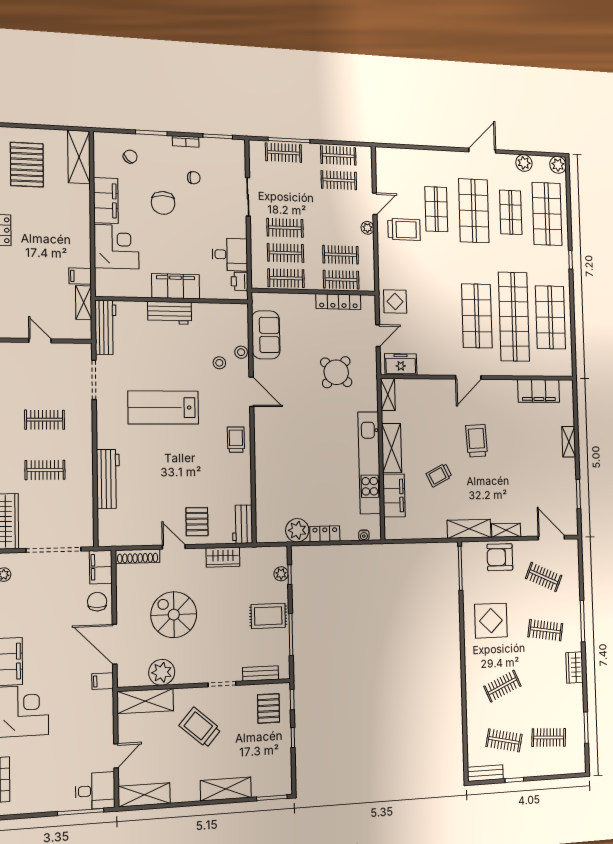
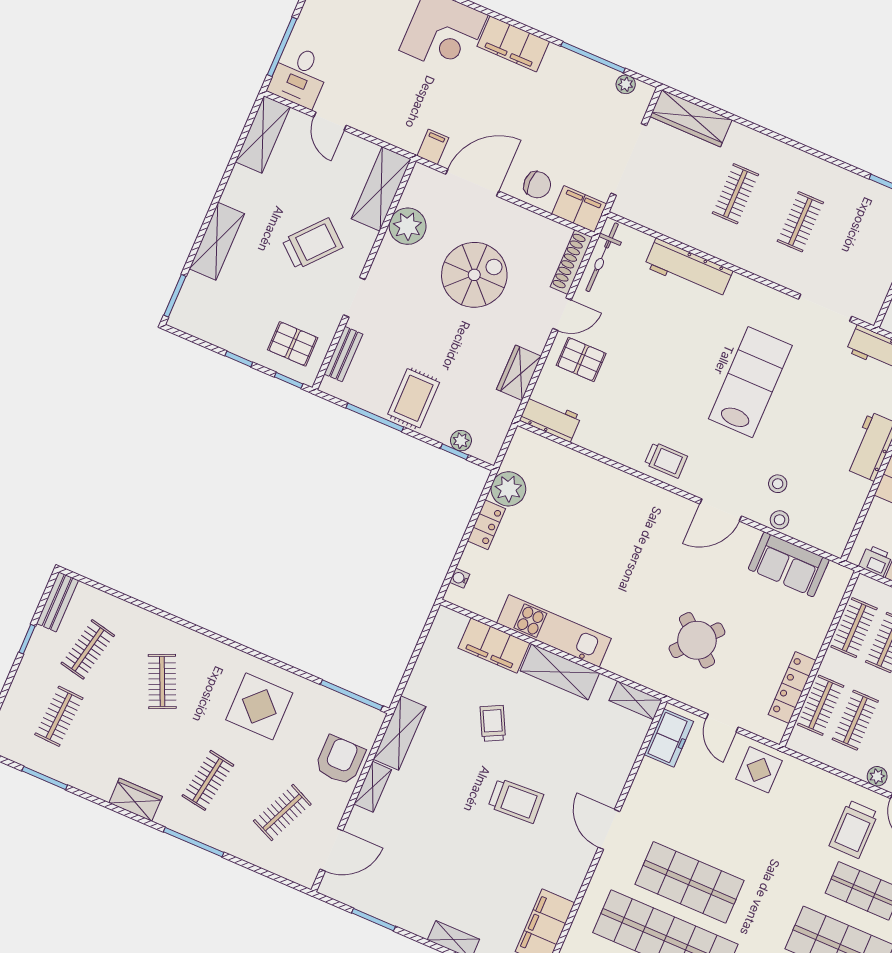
kitchen unit: (369, 463) -> (554, 631), width x0.73
bicycle: (126, 538) -> (602, 257), added

